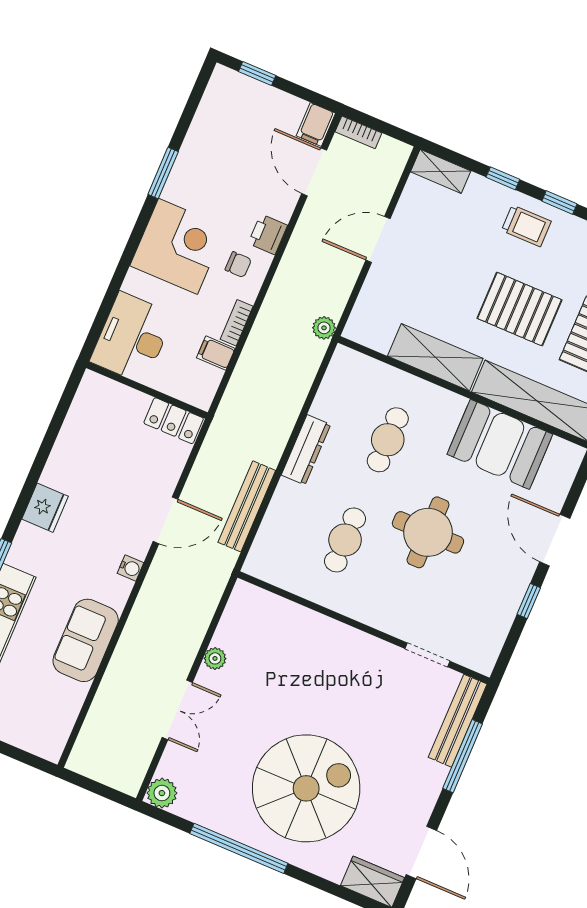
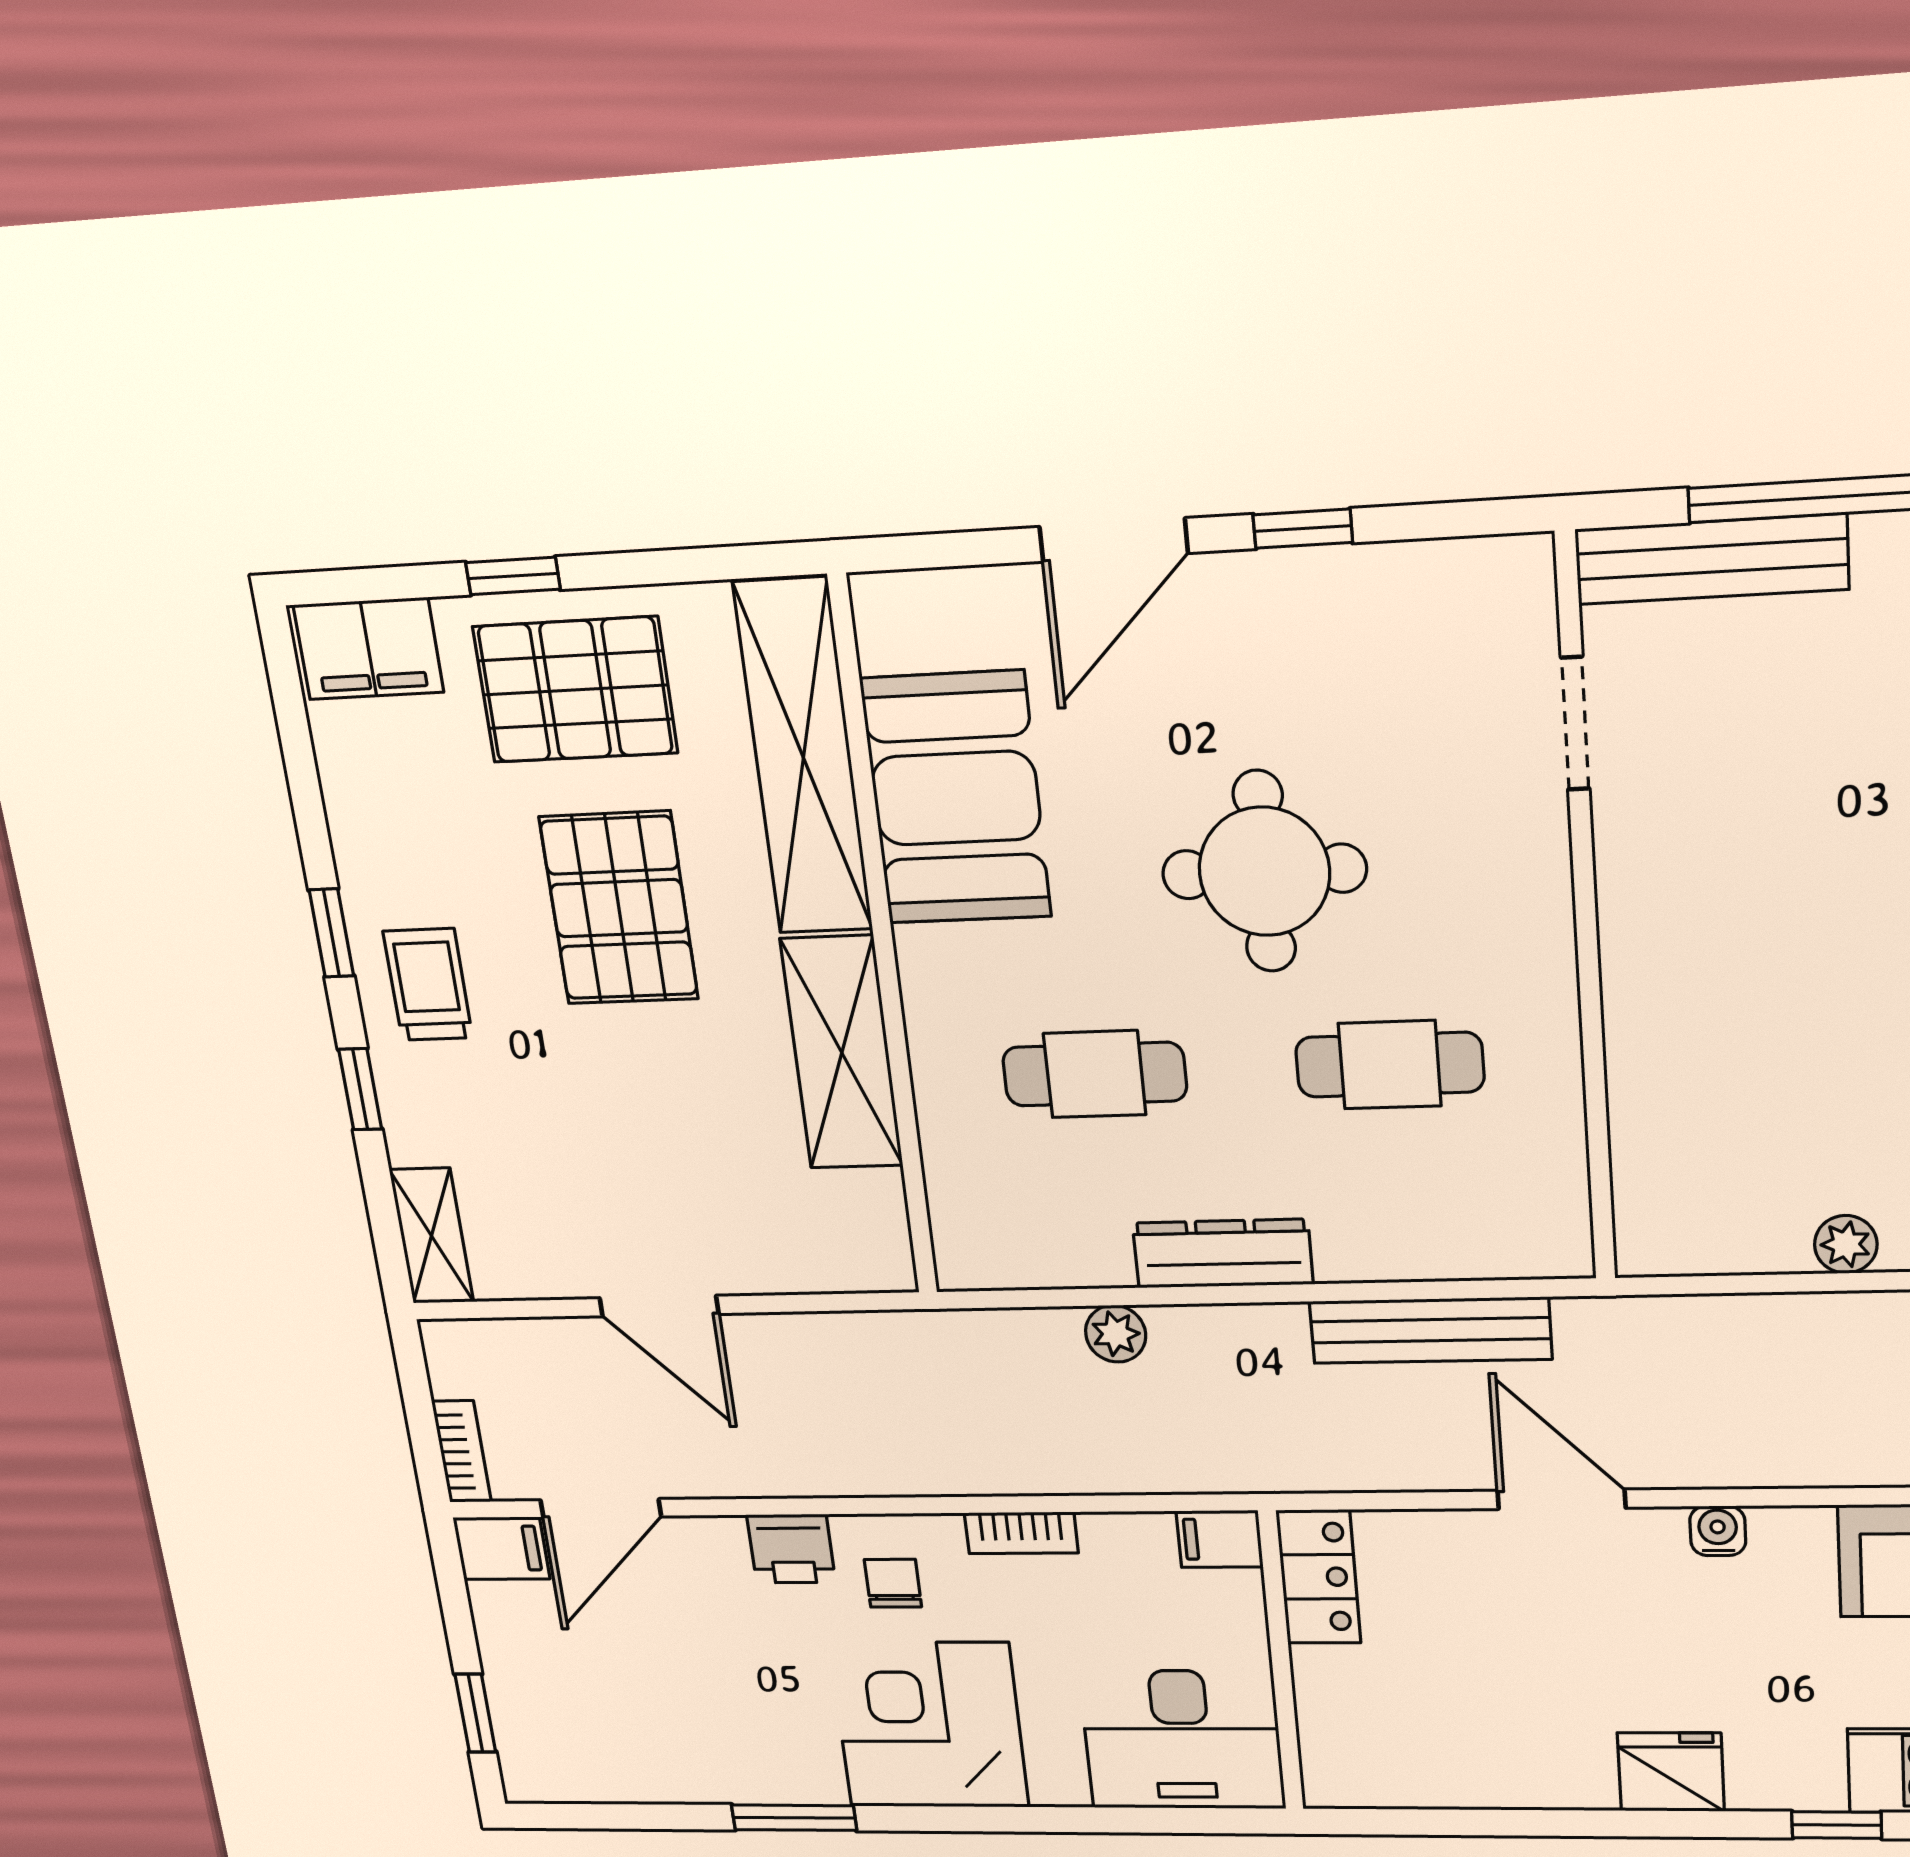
plant: (324, 328) -> (1116, 1334), moved
filing cabinet: (216, 353) -> (1220, 1539), moved, turned 90

